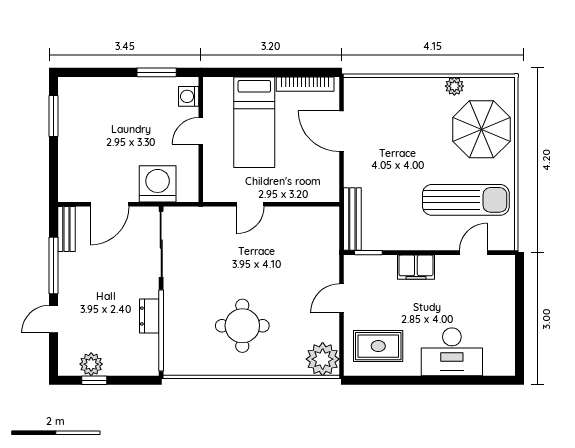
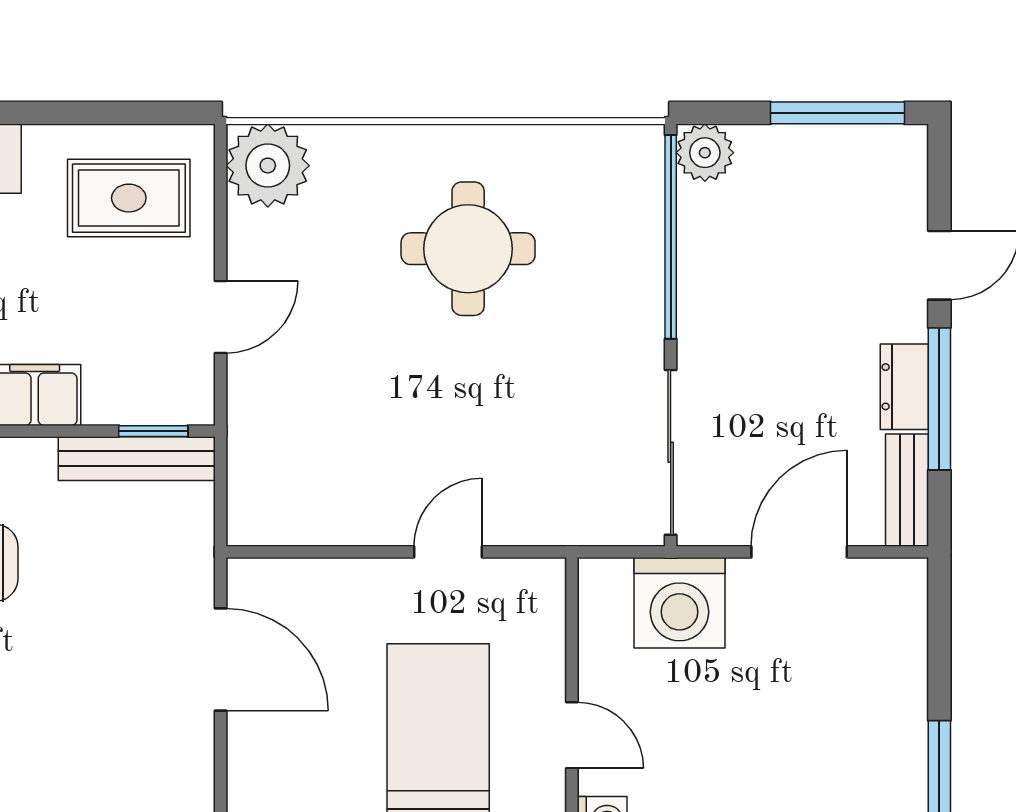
door: (201, 131) -> (572, 735), hinge flipped
door: (341, 131) -> (221, 659), moved
bench: (352, 219) -> (137, 459), moved, turned 90
dresser: (149, 316) -> (904, 387), moved, turned 180
plant: (91, 364) -> (705, 153), moved
window: (94, 380) -> (837, 113), width x2.17

